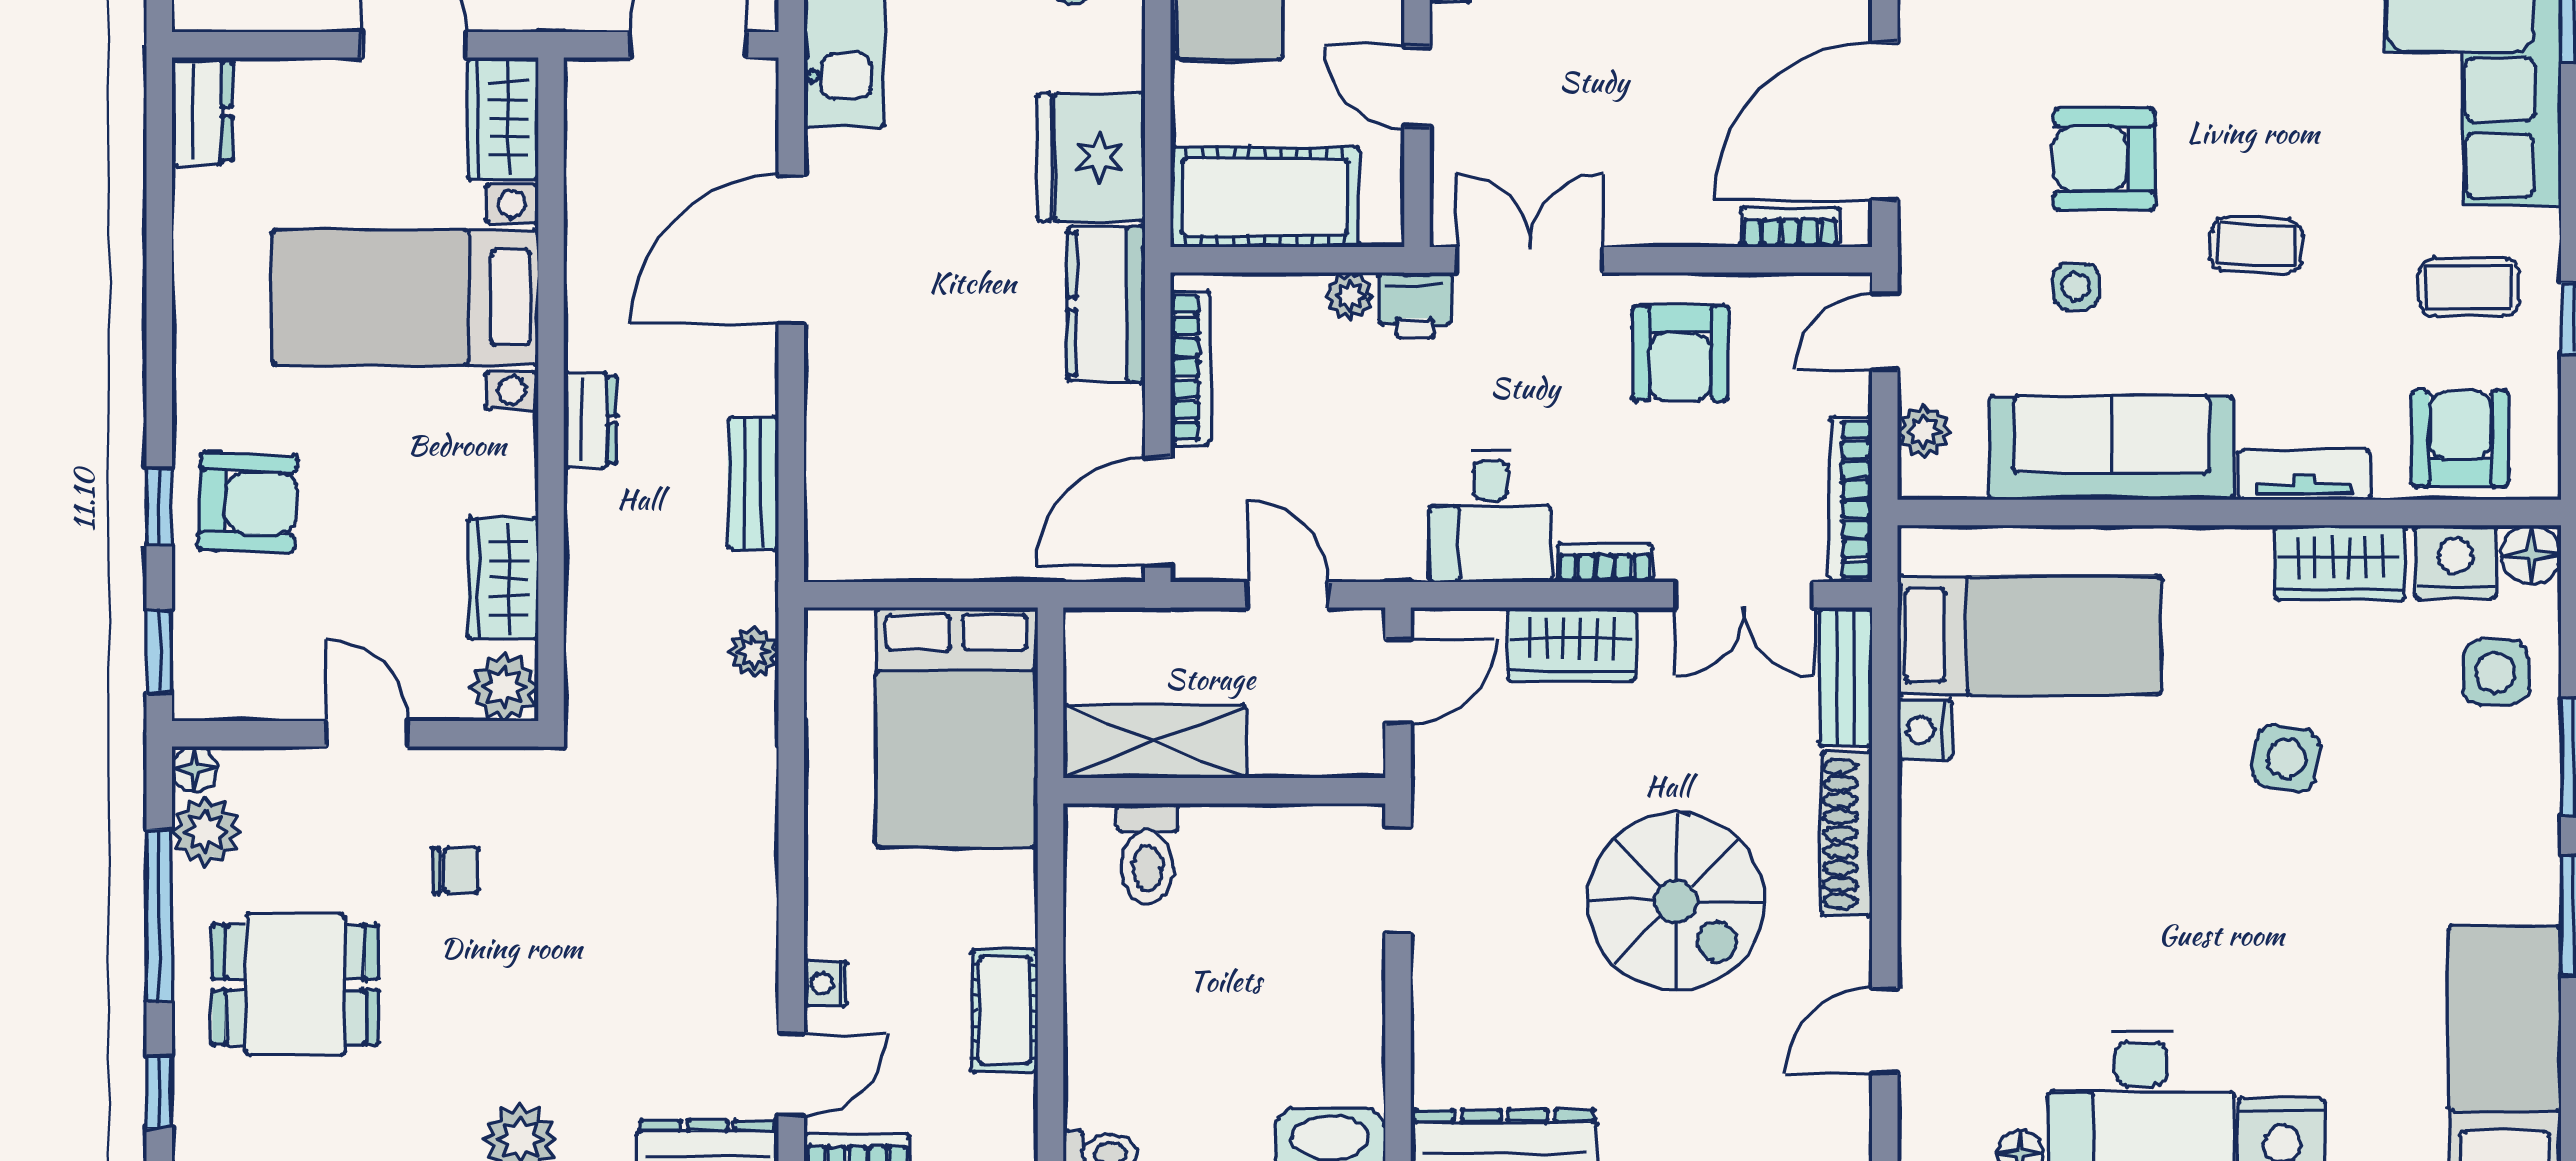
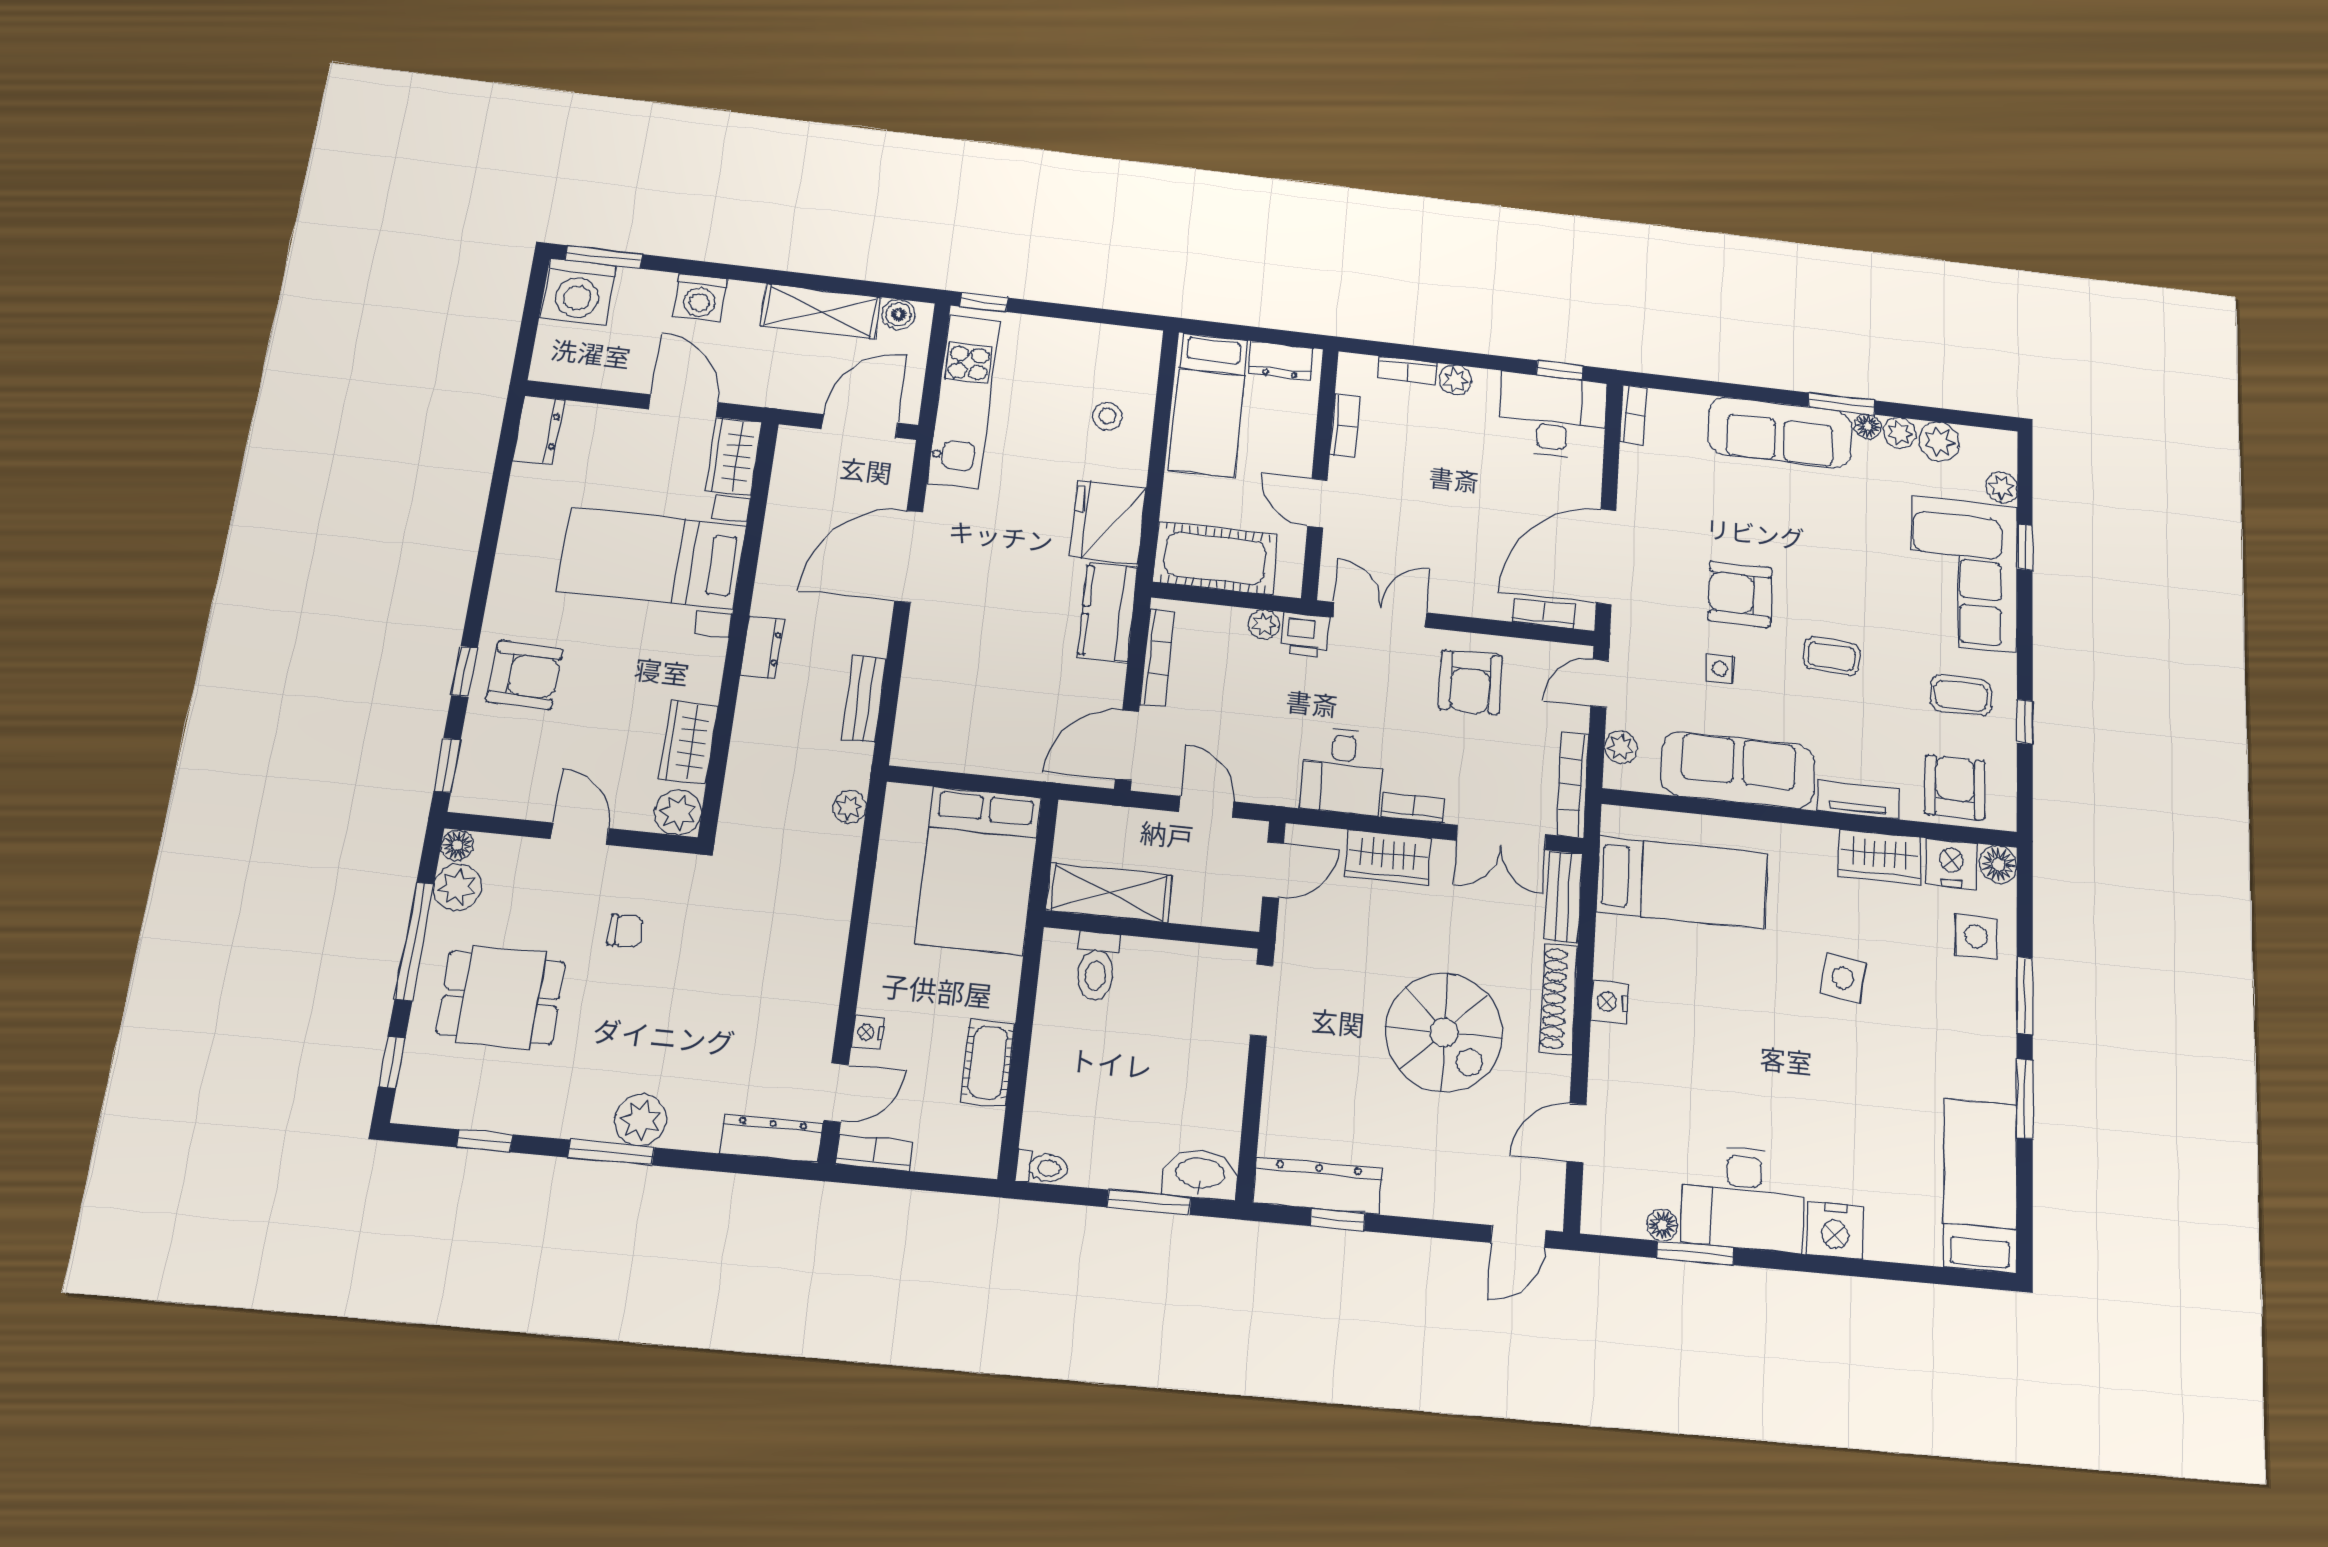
nightstand: (1925, 730) -> (1609, 1002), moved

